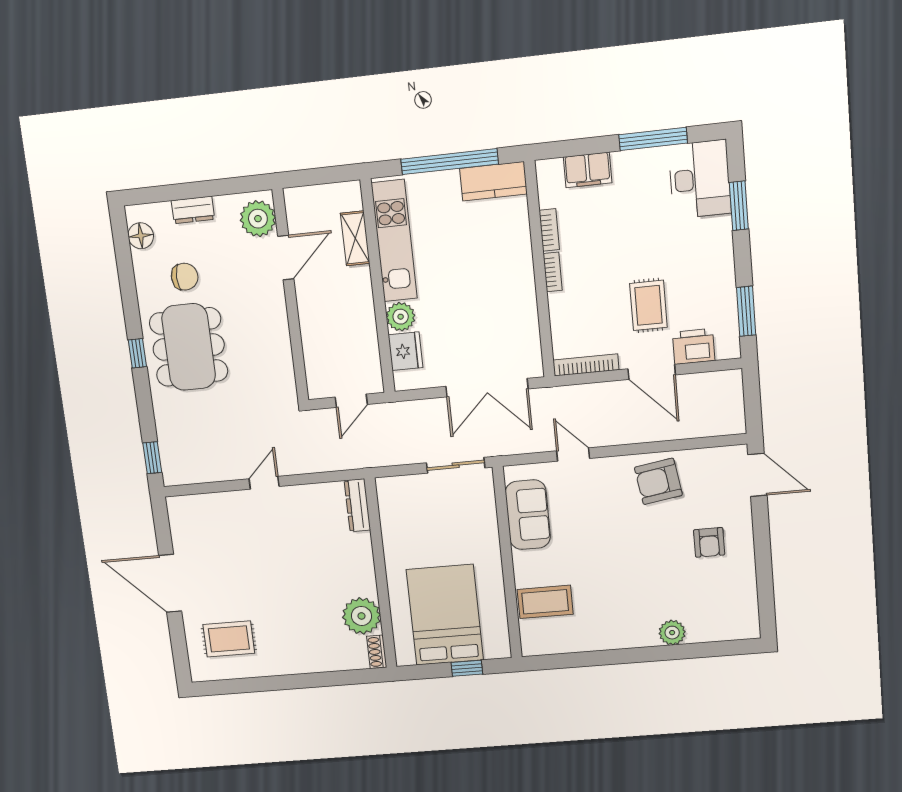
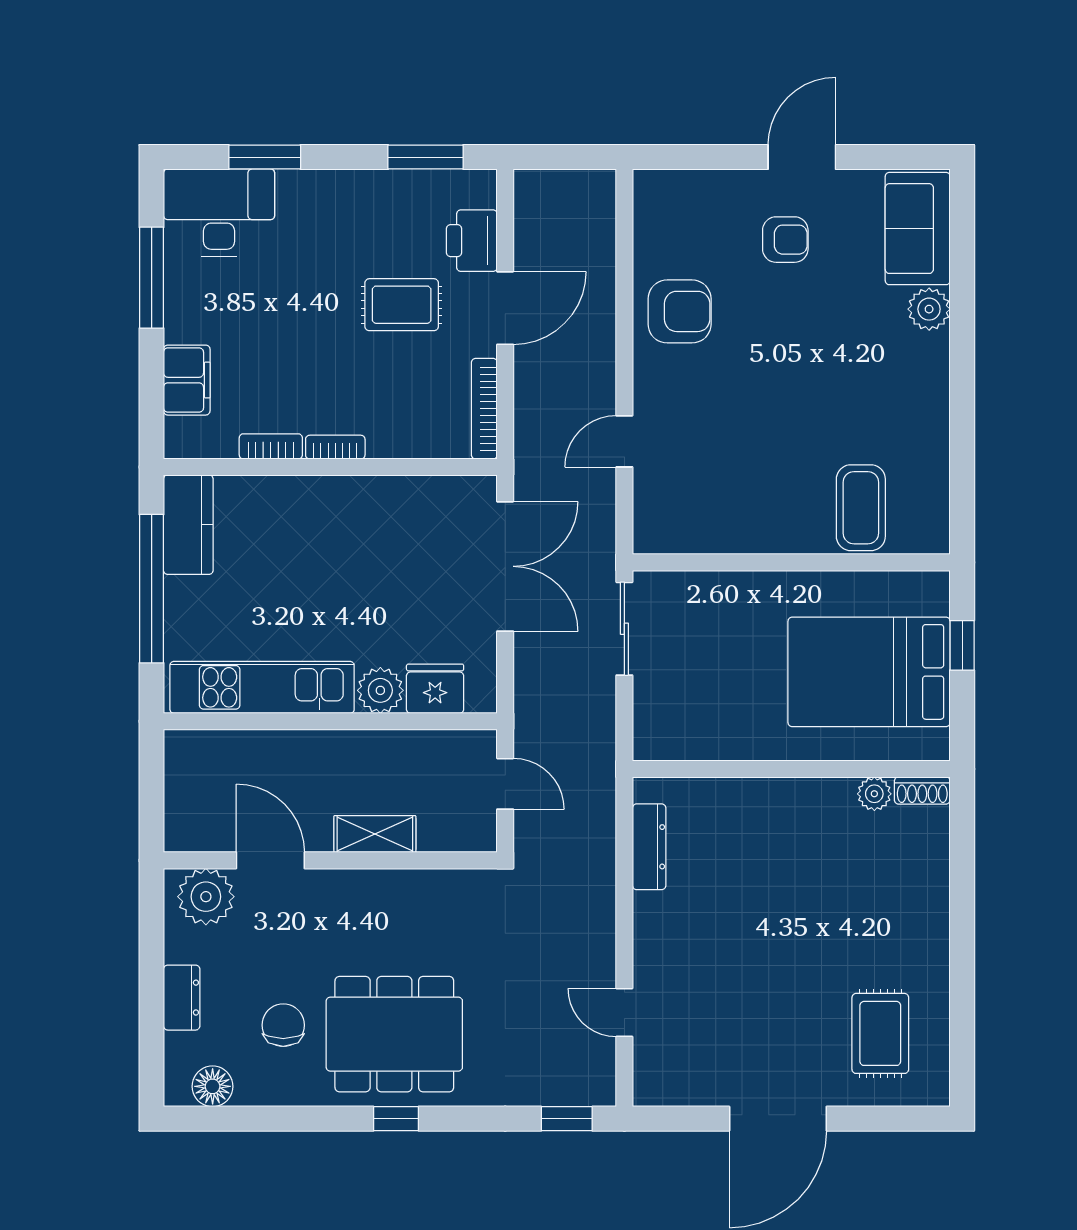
shelving: (355, 238) -> (375, 834), moved
door: (757, 475) -> (802, 157), moved
armchair: (658, 481) -> (680, 311), turned -81
door: (264, 483) -> (624, 1013), moved
dresser: (357, 505) -> (649, 847), moved, turned -90
sofa: (528, 515) -> (918, 229), moved, turned -90
plant: (362, 616) -> (874, 794), width x0.53, depth x0.53

